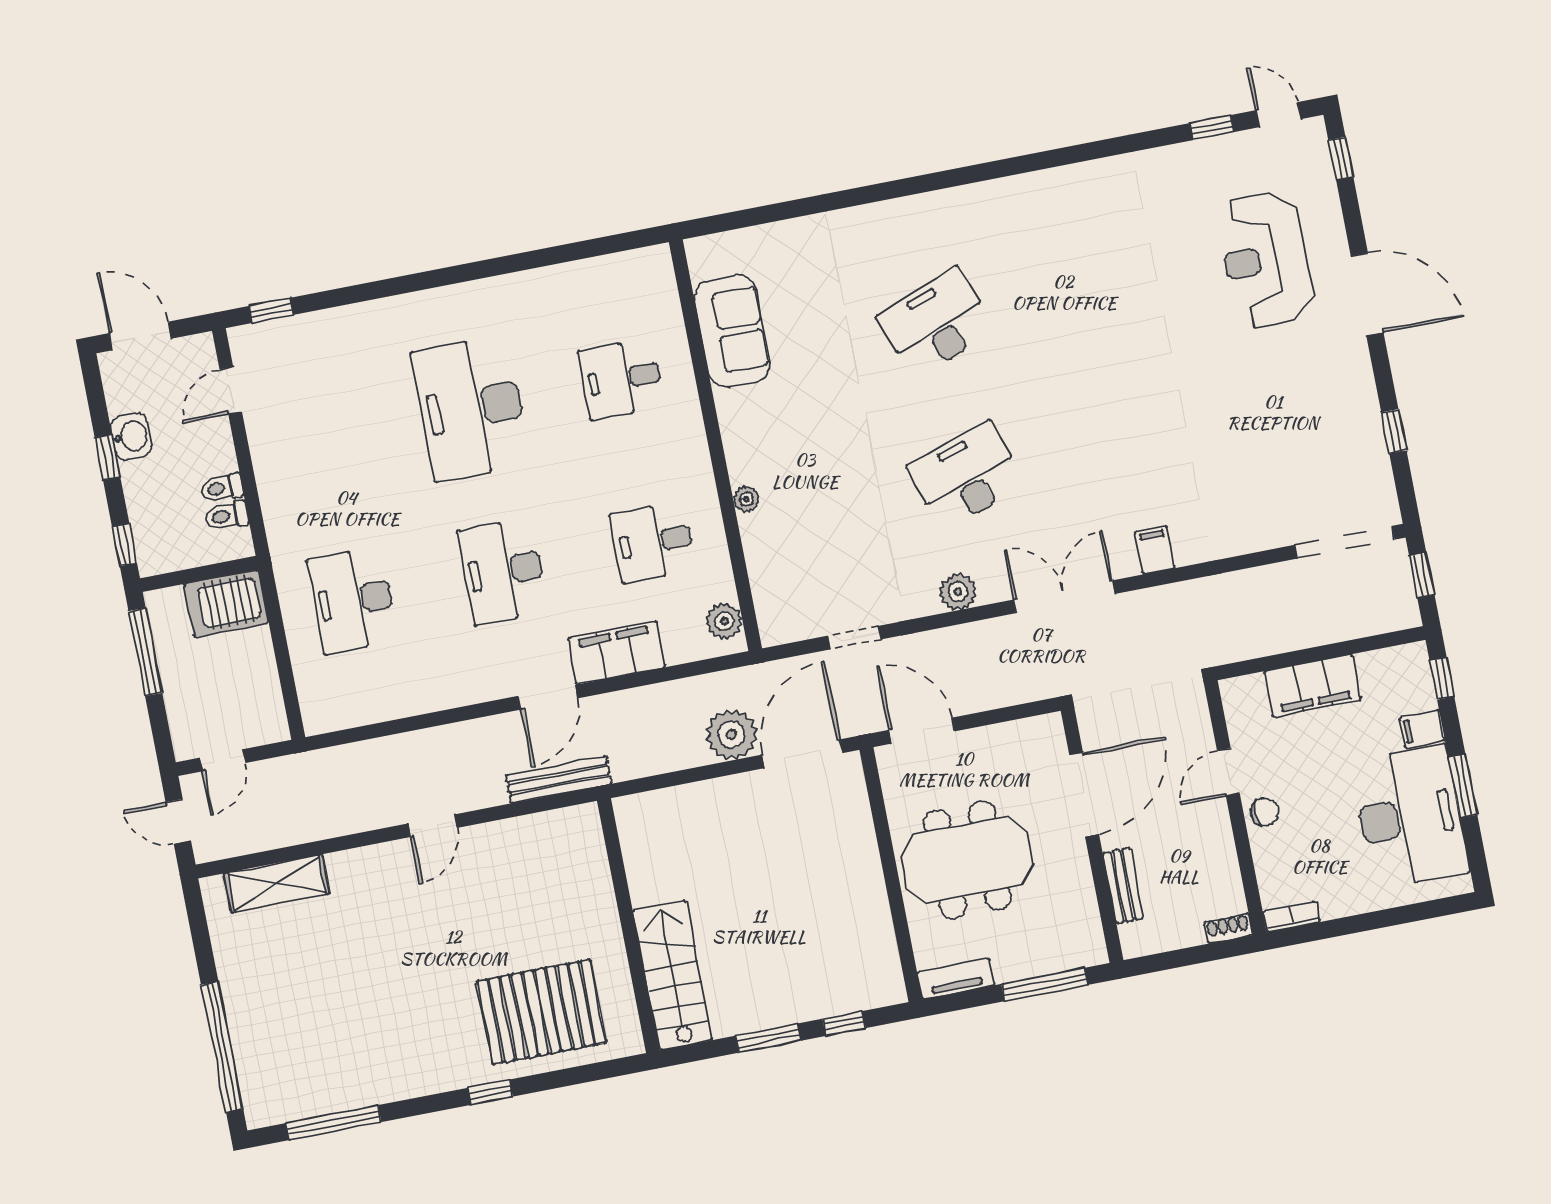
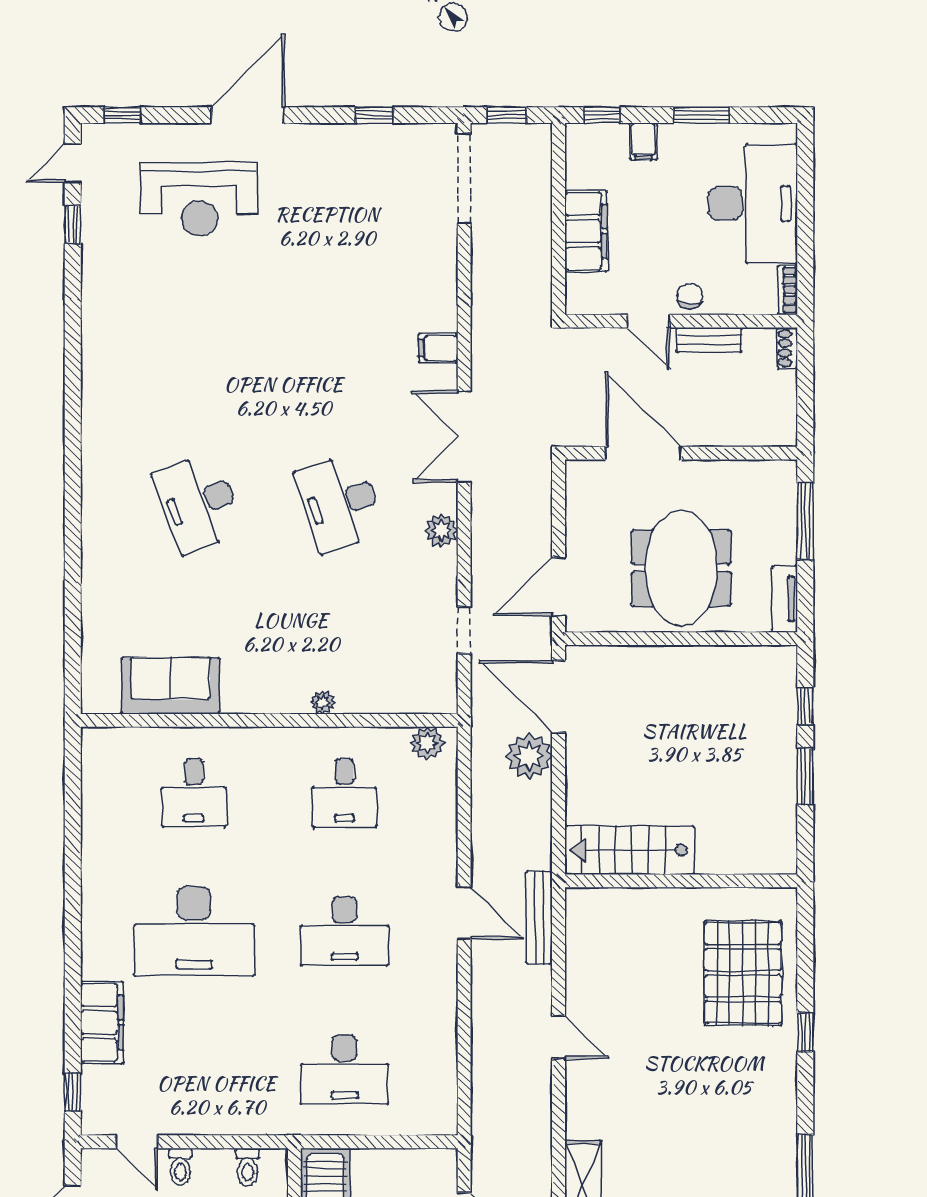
toilet: (222, 488) -> (180, 1167), moved
filing cabinet: (617, 653) -> (102, 1023), moved, turned 180
desk: (1410, 817) -> (753, 203), moved, turned 90
bench: (1123, 886) -> (709, 340), moved
stairs: (673, 975) -> (629, 850), moved

